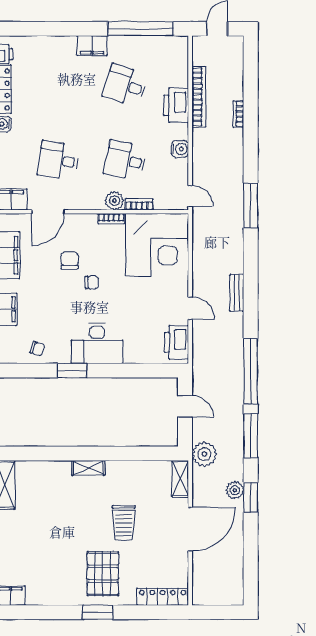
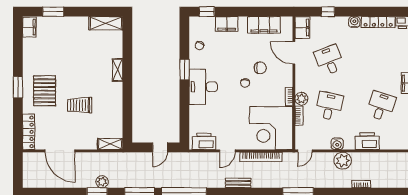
bookcase: (199, 97) -> (261, 157), moved
desk: (58, 160) -> (329, 60), turned -30
plant: (204, 454) -> (343, 161), moved
shelving: (88, 468) -> (118, 70), moved
door: (190, 529) -> (60, 151), moved
pallet: (103, 574) -> (45, 91), turned 90

